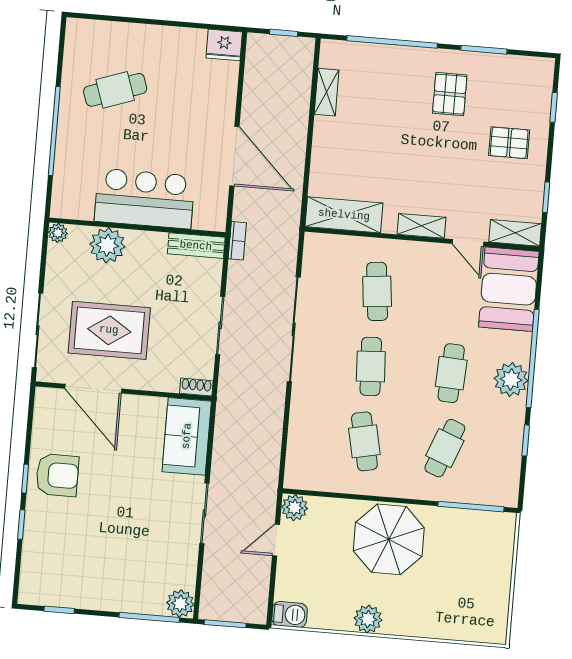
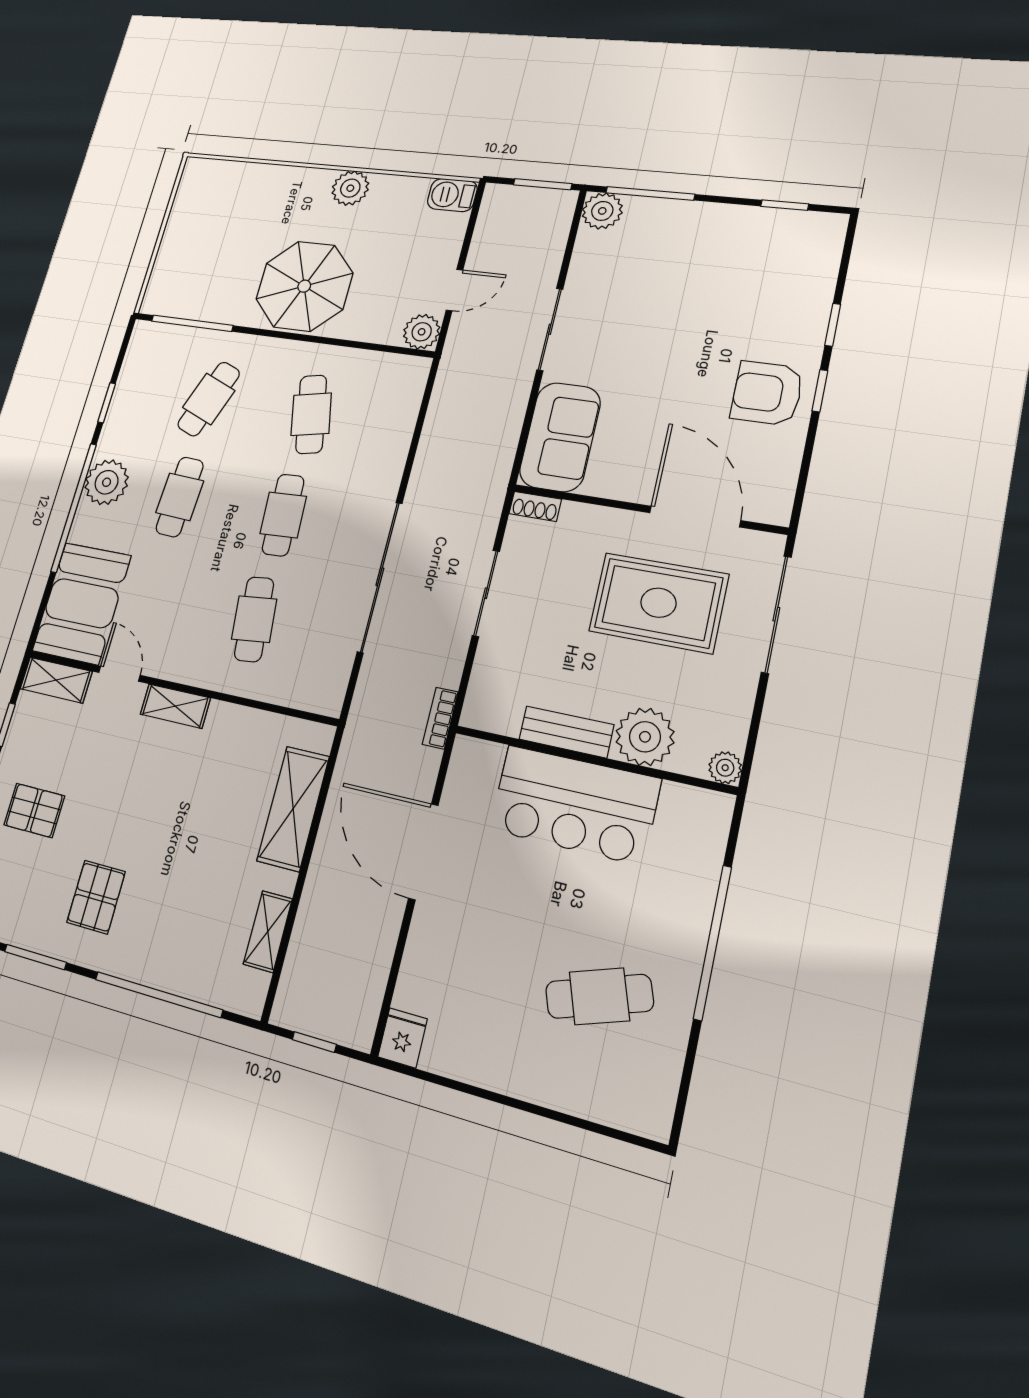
fridge: (224, 45) -> (403, 1038), width x0.72
shelving: (344, 215) -> (293, 809), moved, turned 90
bench: (196, 246) -> (566, 732), moved

